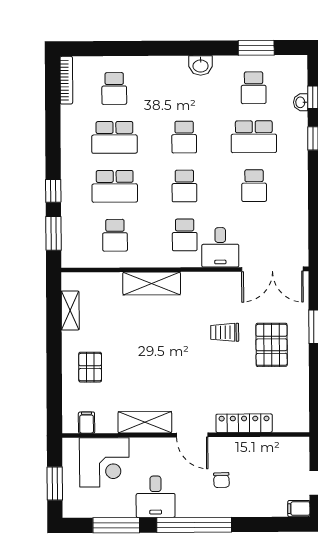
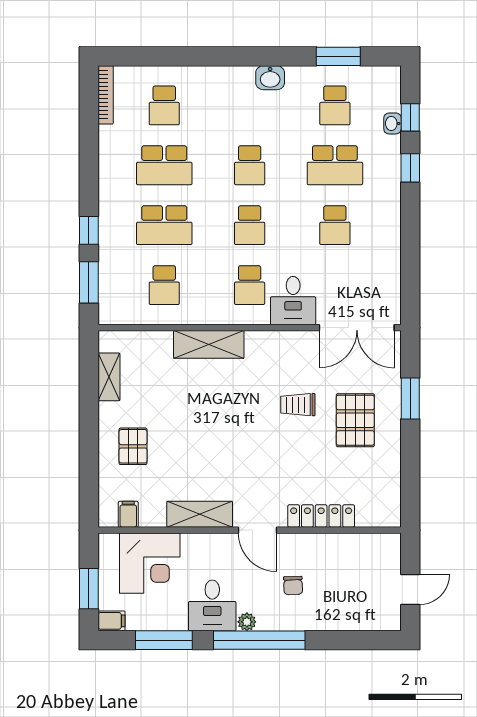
filing cabinet: (299, 509) -> (112, 621), moved, turned 180
plant: (184, 510) -> (247, 622), added

